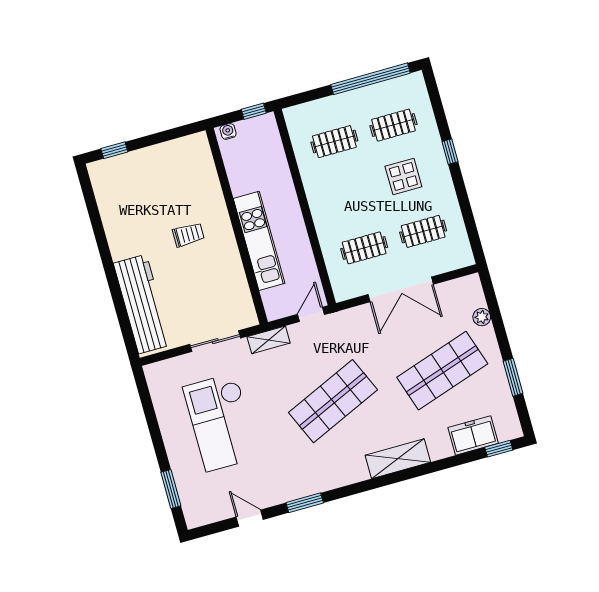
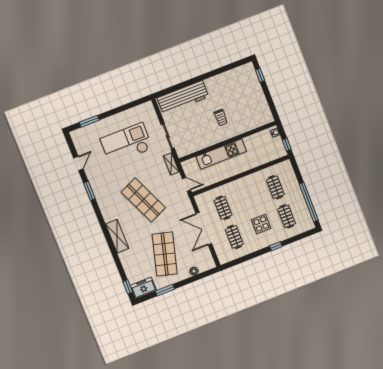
shop shelf: (442, 371) -> (165, 254), turned 33
freezer: (473, 435) -> (143, 288), moved, turned -90

